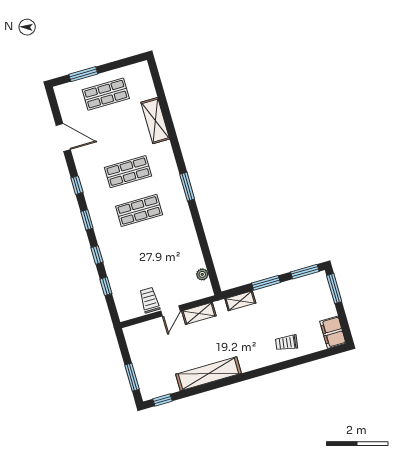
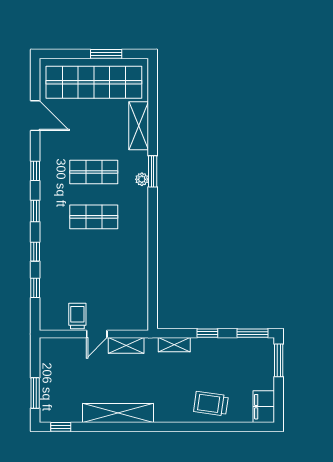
window: (83, 74) -> (106, 54), moved
shop shelf: (106, 94) -> (94, 82), width x2.00, depth x1.36
window: (187, 187) -> (153, 171), moved
plant: (202, 274) -> (142, 179), moved
window: (266, 283) -> (207, 333), width x0.67
trolley: (286, 343) -> (211, 404), width x1.36, depth x1.39

